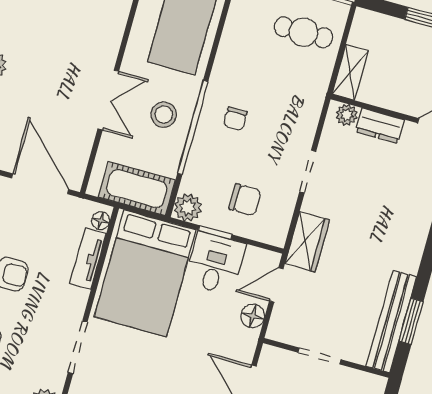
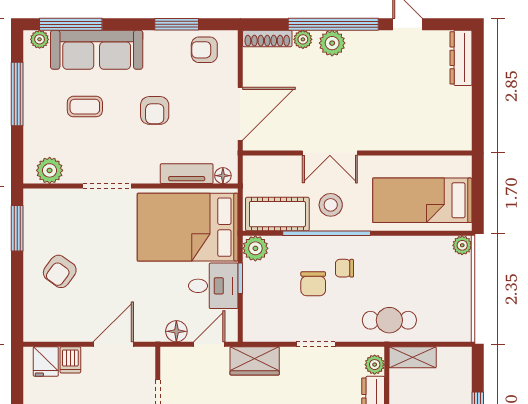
cafe table: (304, 32) -> (389, 320), moved, turned 90
cot: (137, 189) -> (277, 214), moved, turned 90
chair: (245, 200) -> (313, 284), moved
door: (276, 285) -> (209, 344), hinge flipped

